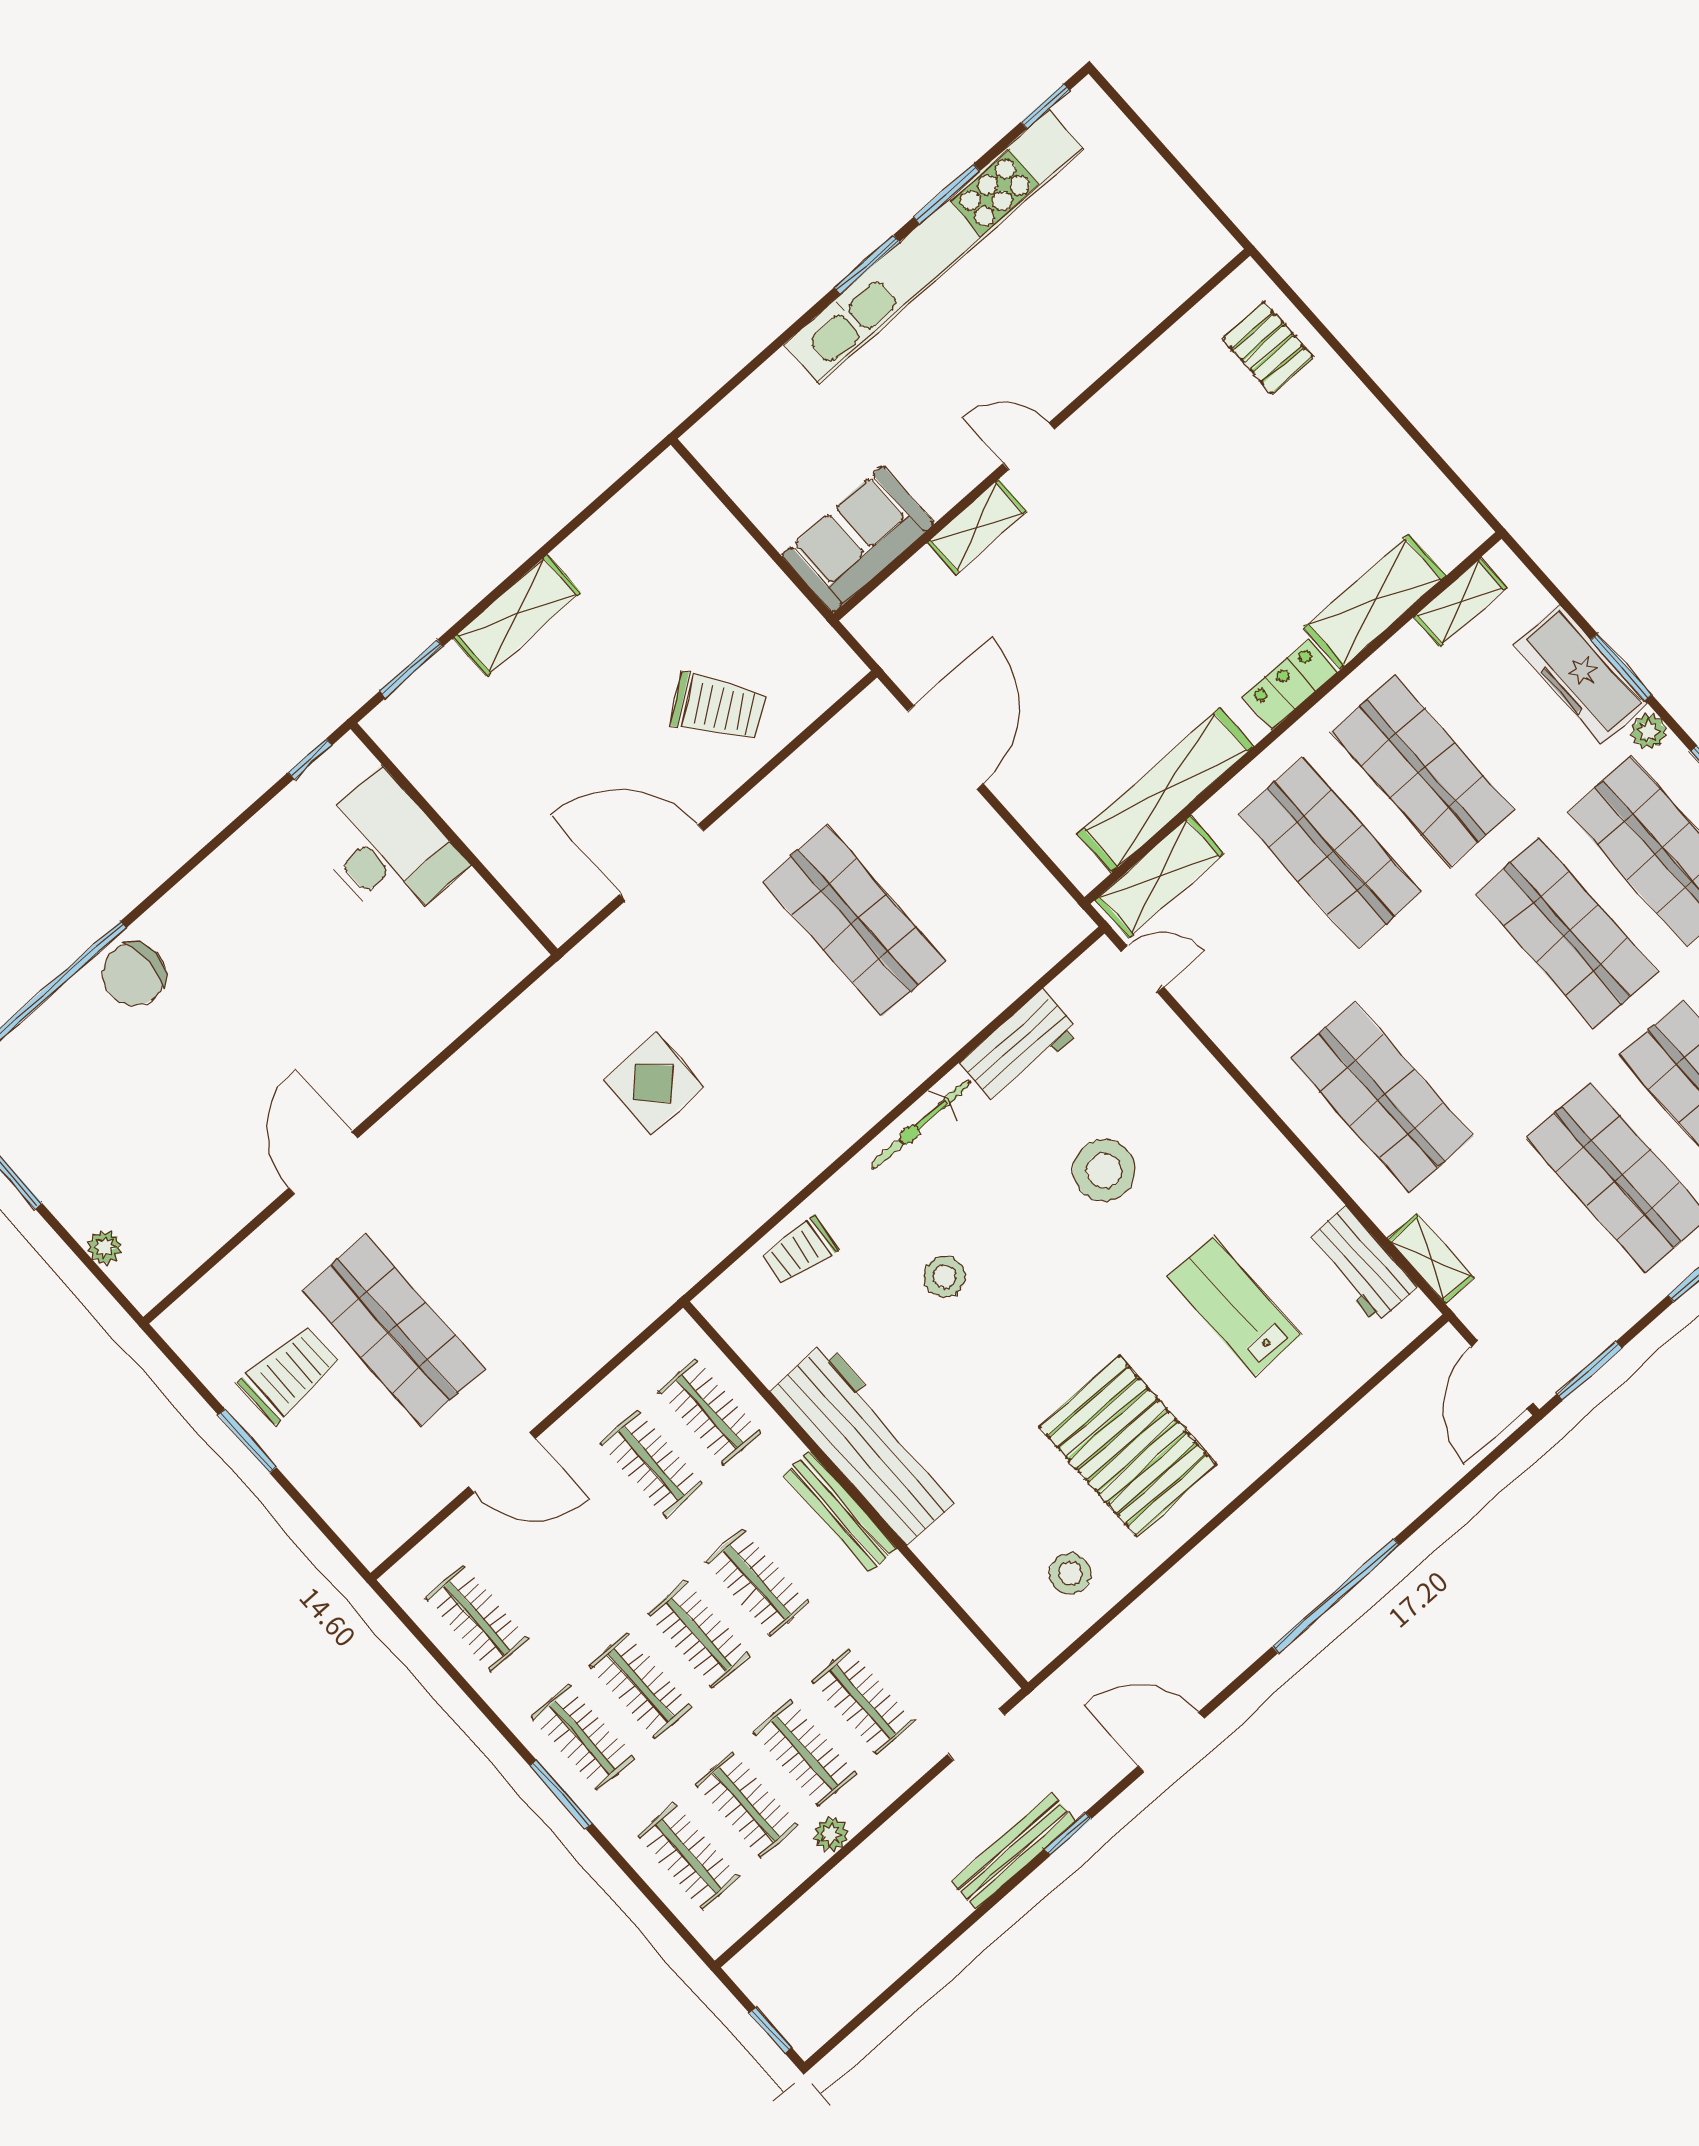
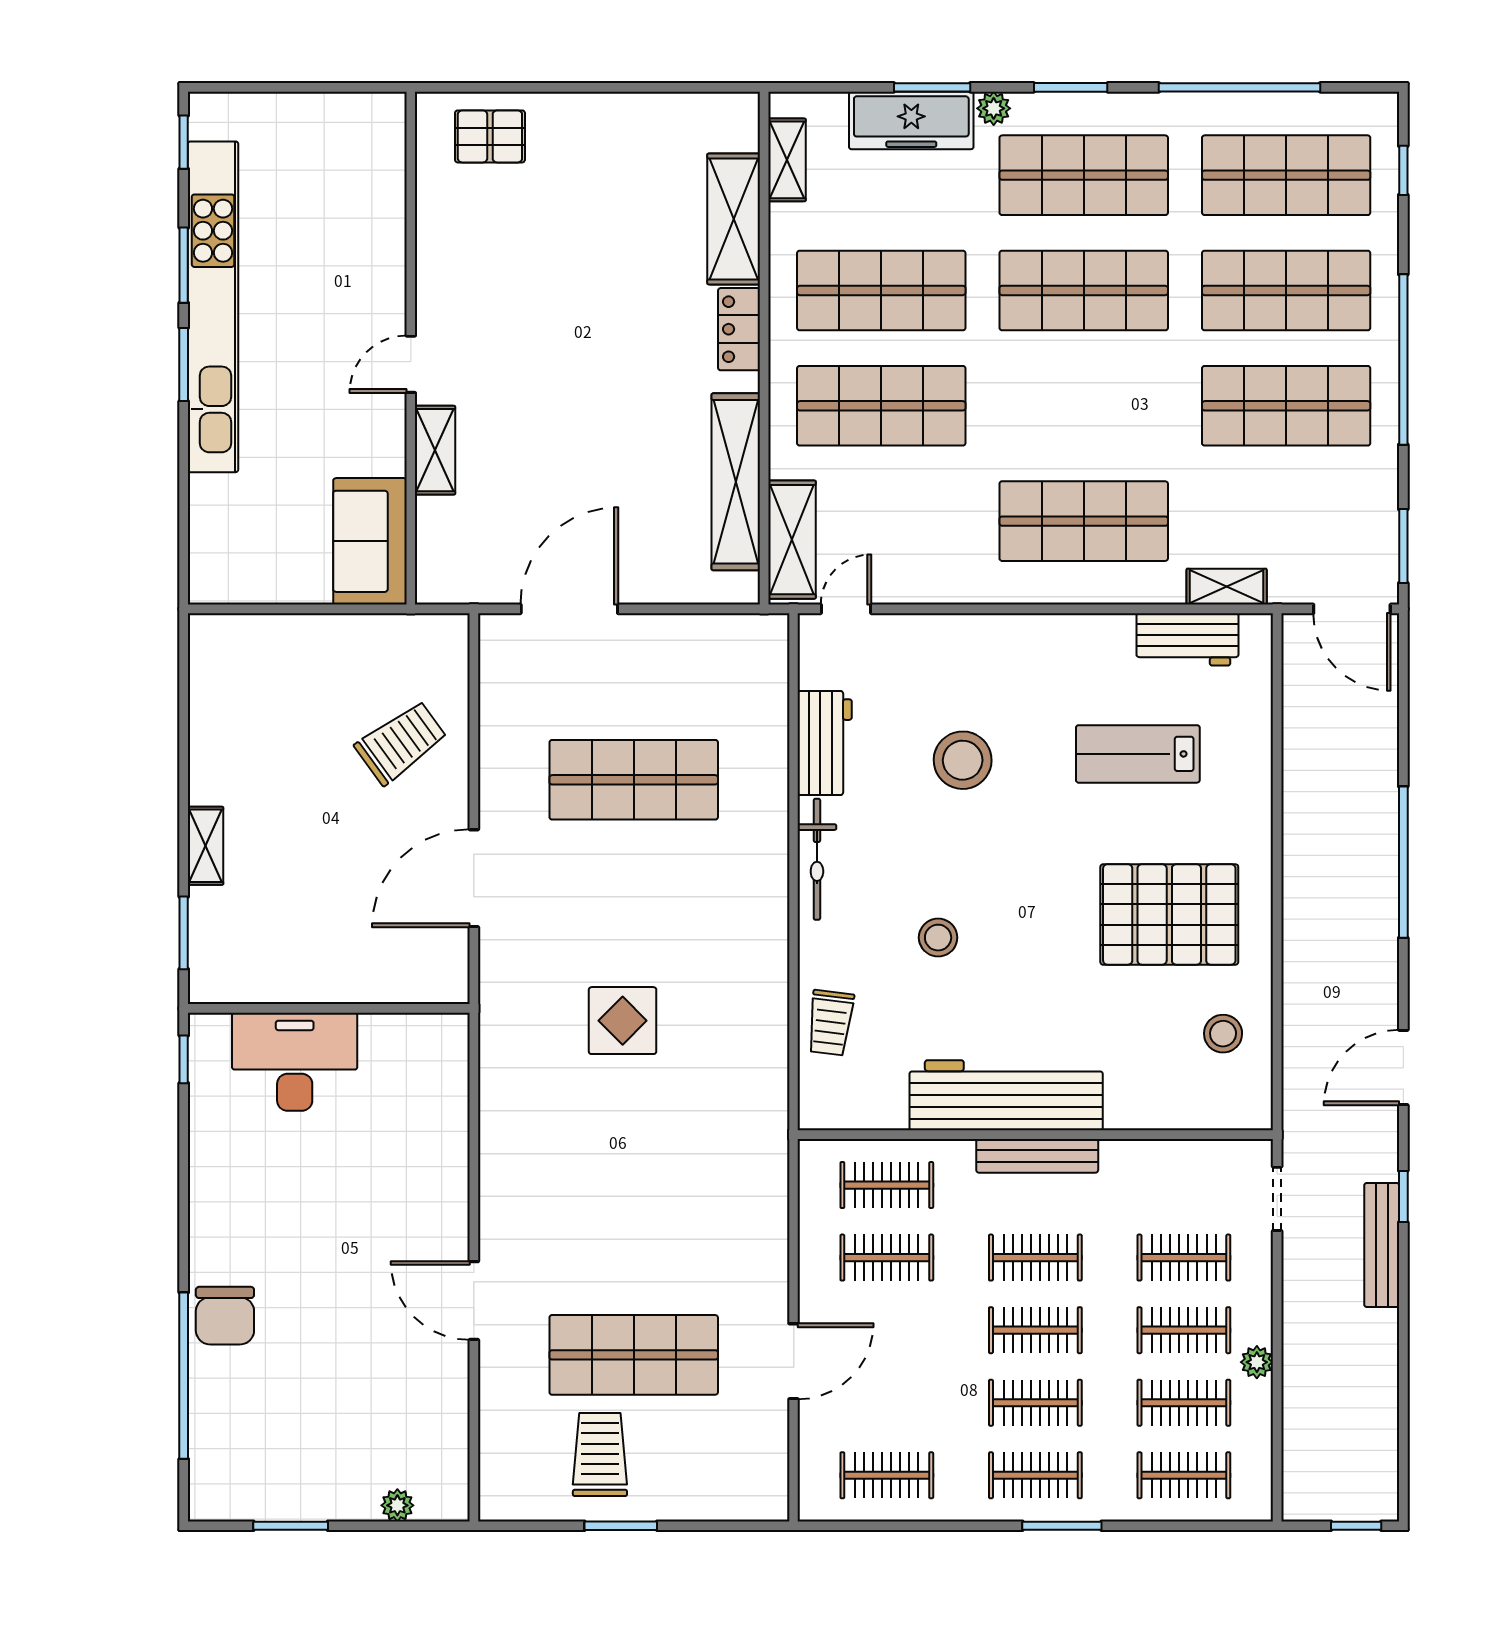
shelving: (517, 615) -> (206, 846), width x0.67, depth x0.75
door: (945, 747) -> (569, 609), hinge flipped

